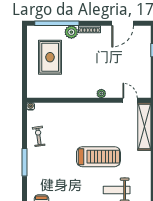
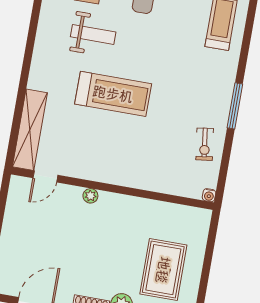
door: (130, 100) -> (45, 177), hinge flipped
treadmill: (98, 157) -> (113, 94), turned 180

